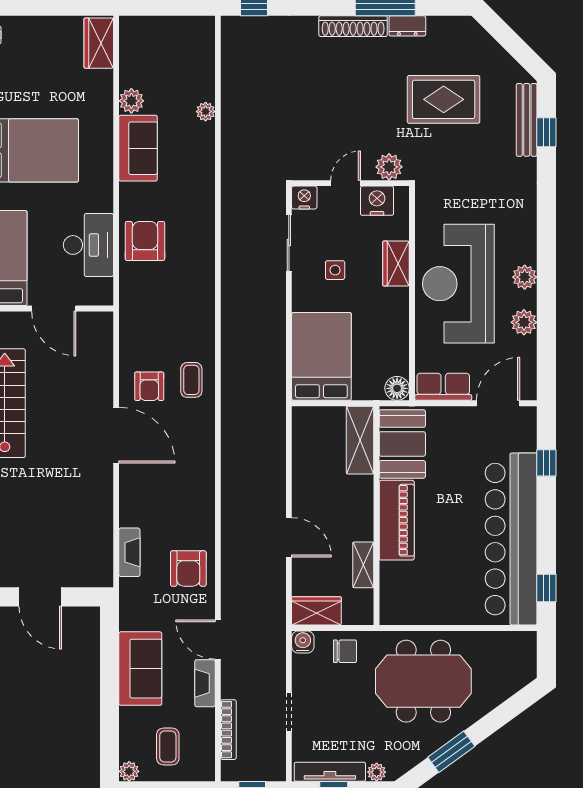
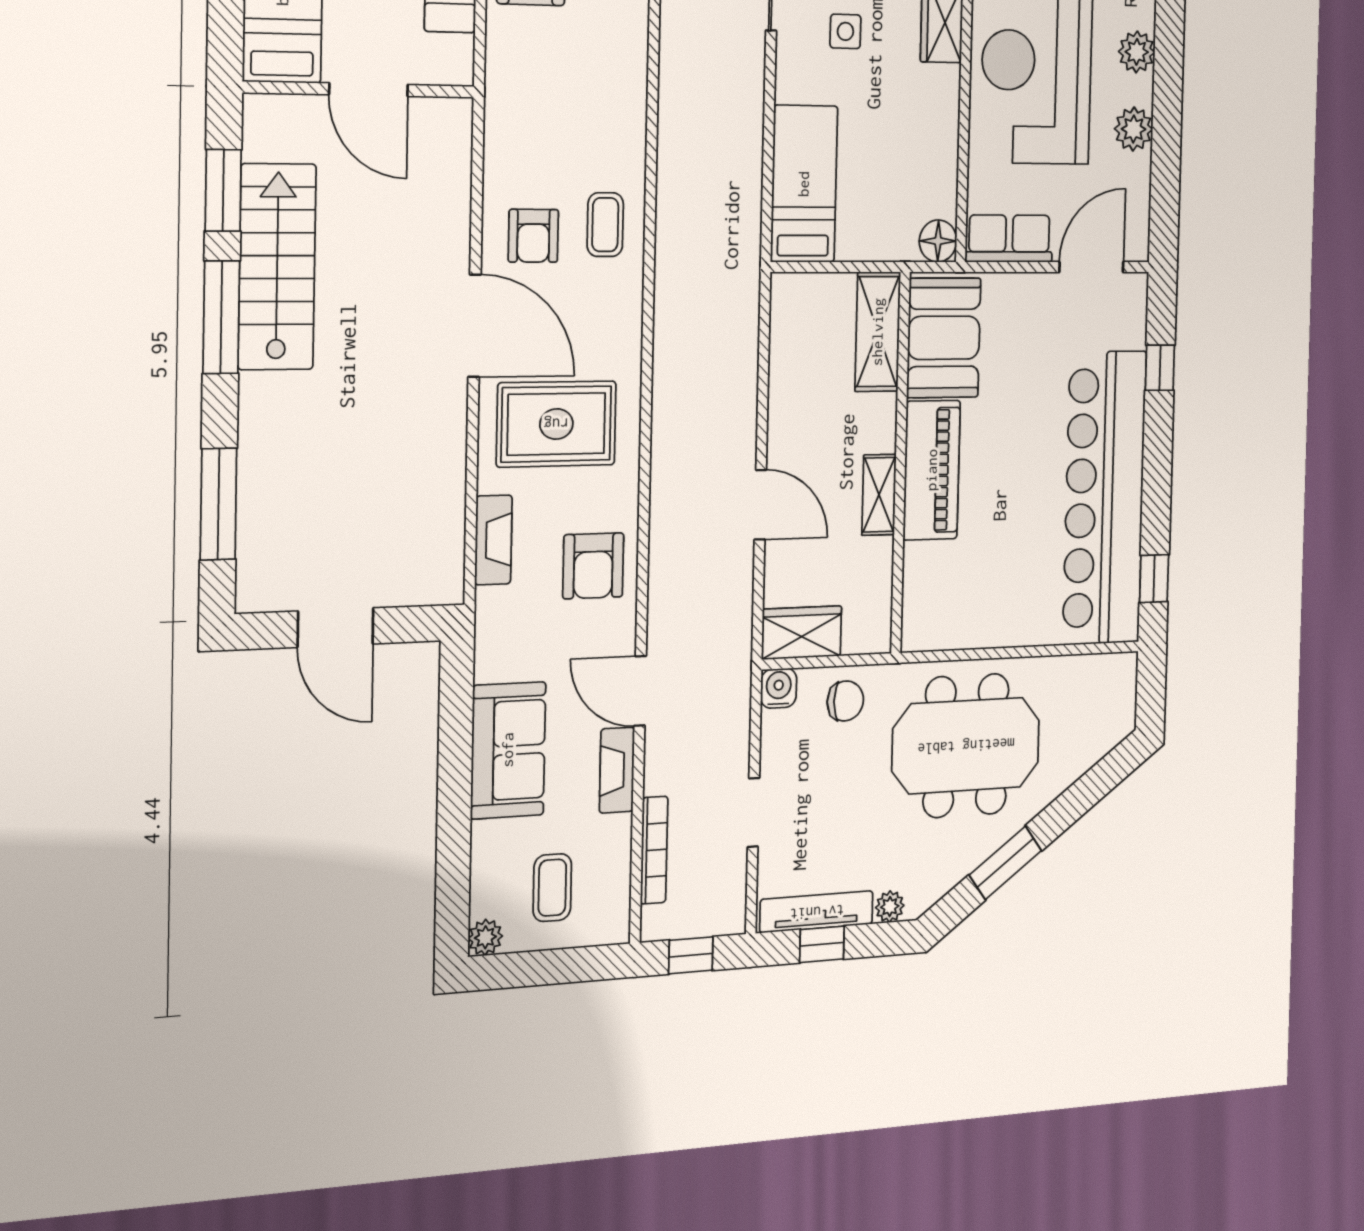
bed: (321, 356) -> (804, 184), width x0.67
rug: (165, 489) -> (556, 424), added
shelving: (363, 565) -> (879, 495), moved

